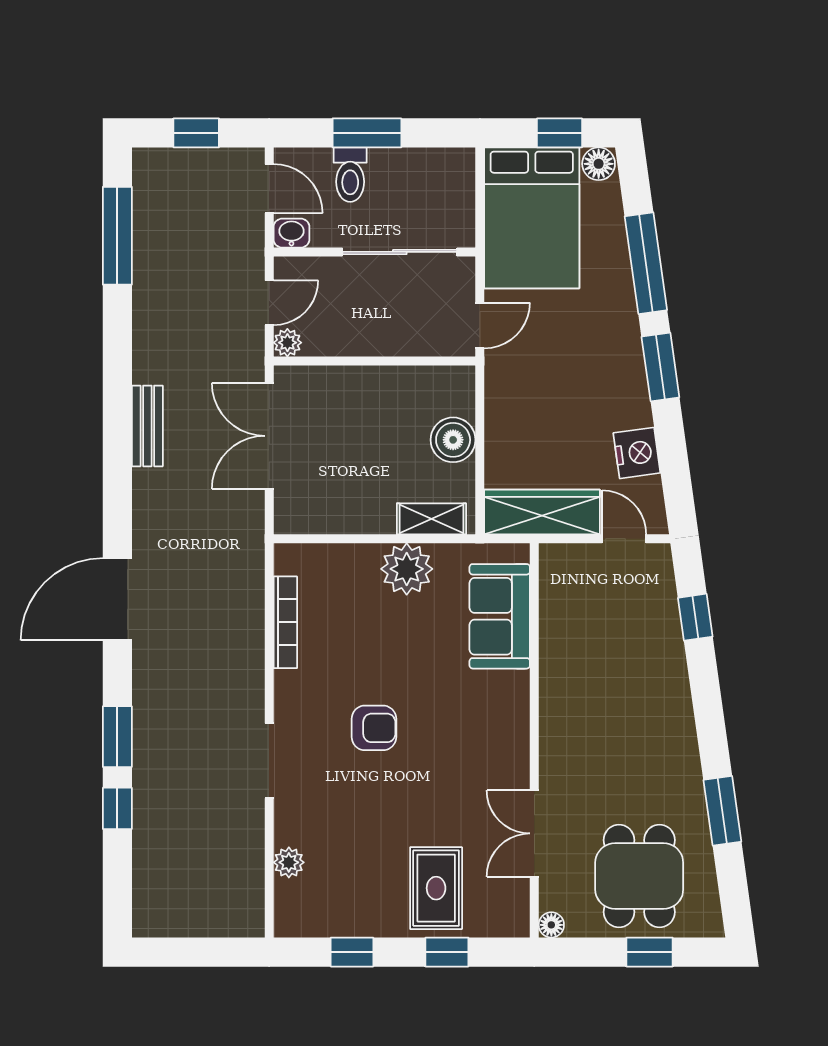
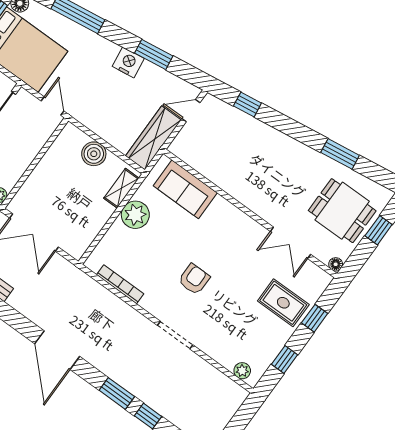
window: (660, 367) -> (154, 55), moved
nightstand: (637, 453) -> (128, 62), moved
plant: (289, 862) -> (242, 371), moved

